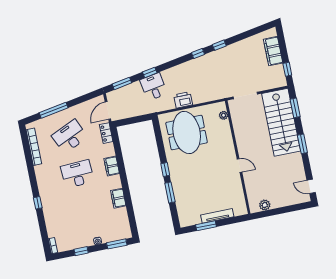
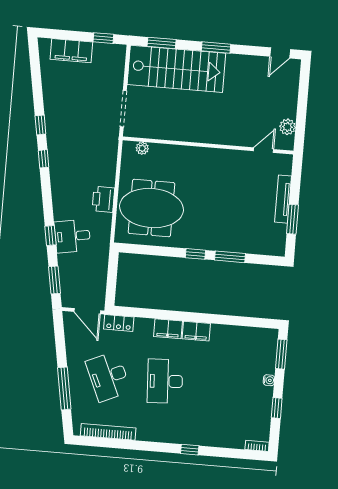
door: (239, 166) -> (264, 150), moved
filing cabinet: (118, 198) -> (196, 331), moved

